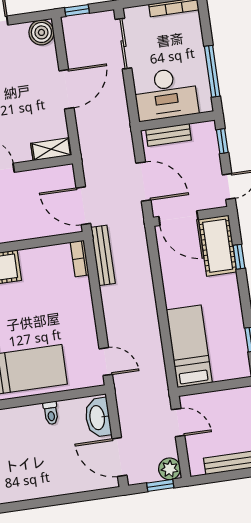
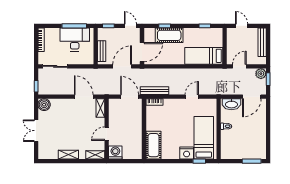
door: (67, 89) -> (84, 97), moved
desk: (166, 94) -> (75, 40), moved, turned -90
door: (83, 206) -> (130, 97), swing flipped
cot: (218, 246) -> (169, 35), moved
door: (106, 362) -> (192, 97), moved

